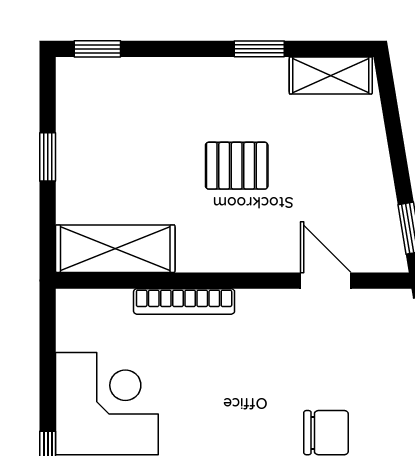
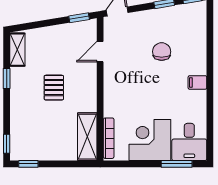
window: (48, 157) -> (28, 164), moved
bookcase: (184, 301) -> (109, 138), moved

